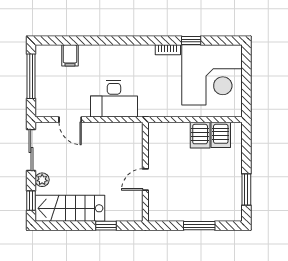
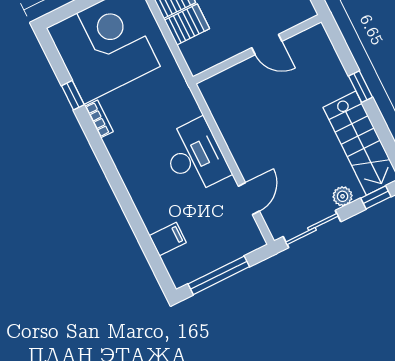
wall: (145, 172) -> (257, 49), moved
door: (145, 180) -> (267, 44), moved

